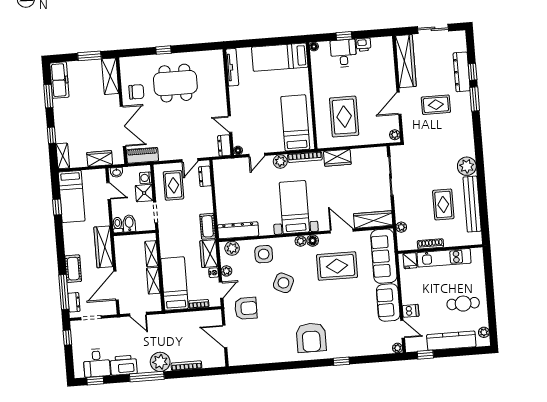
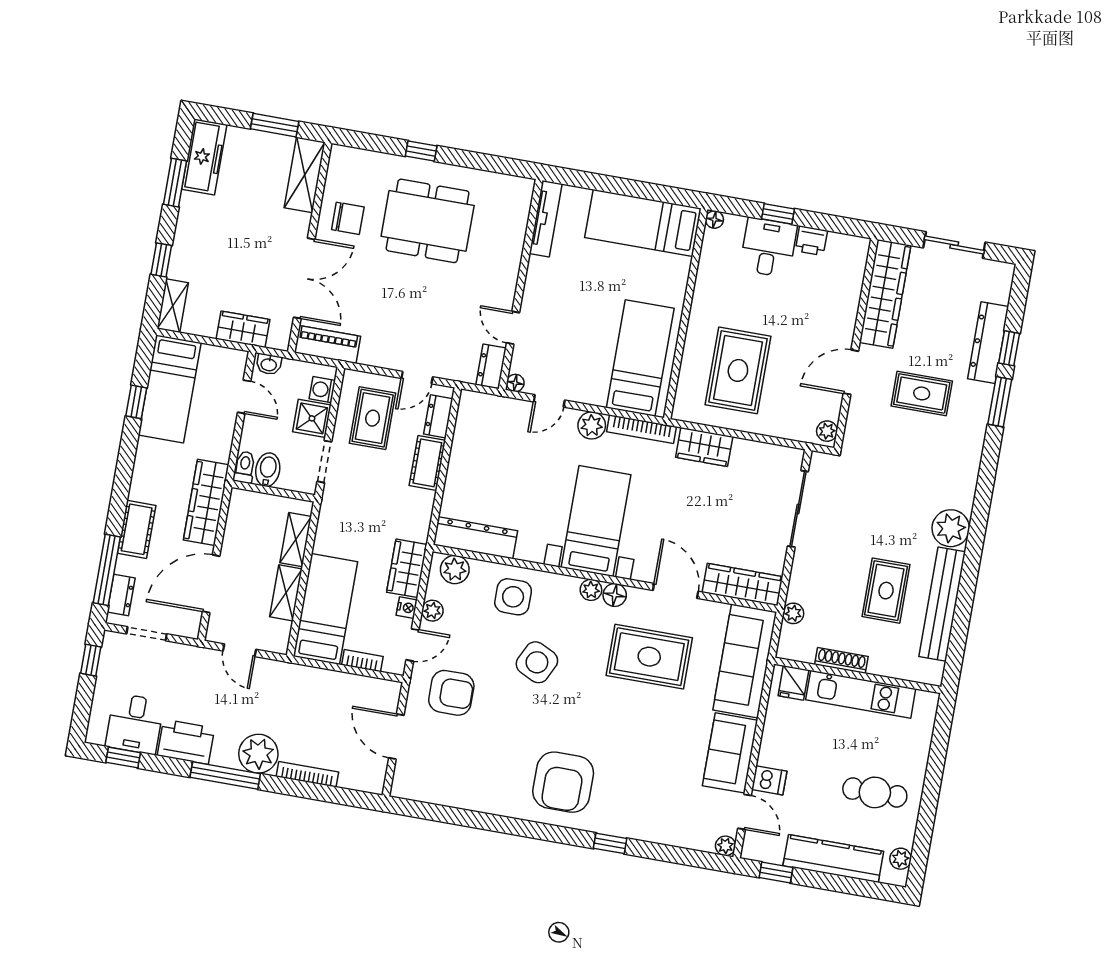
cot: (208, 226) -> (427, 463), moved

